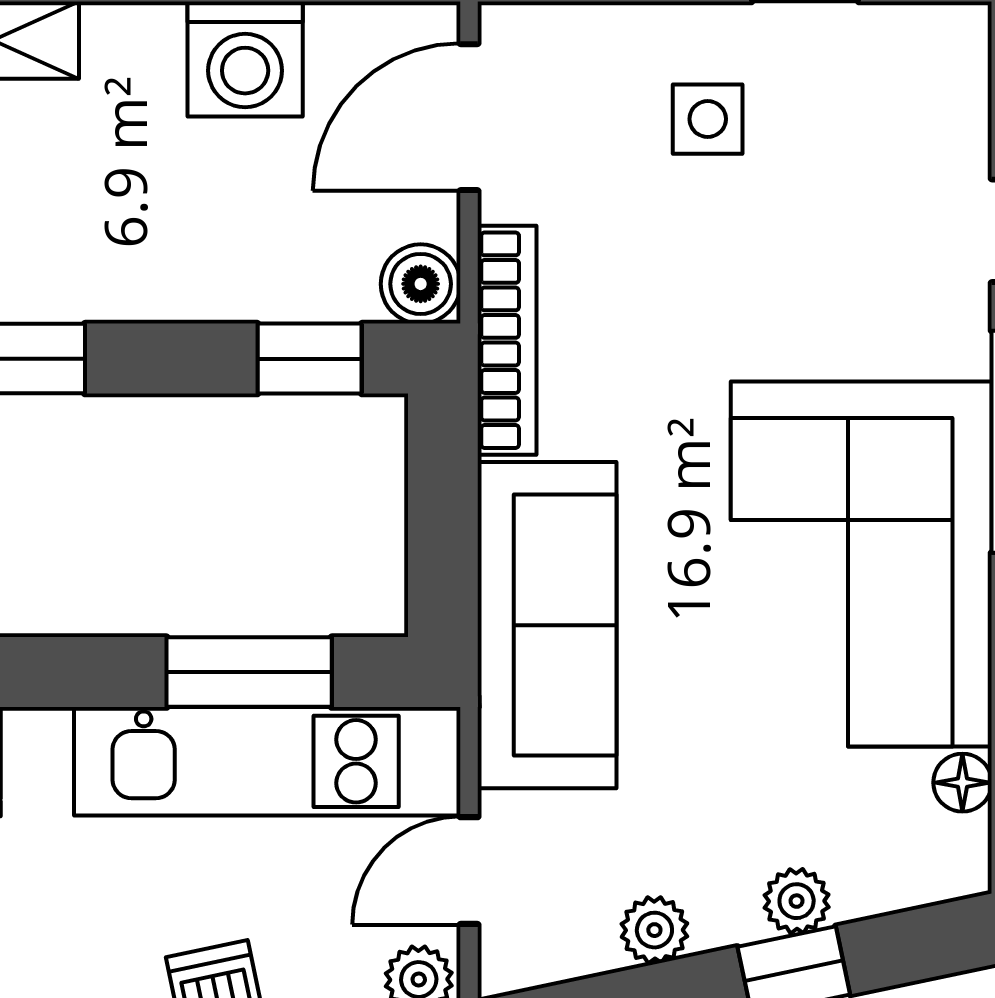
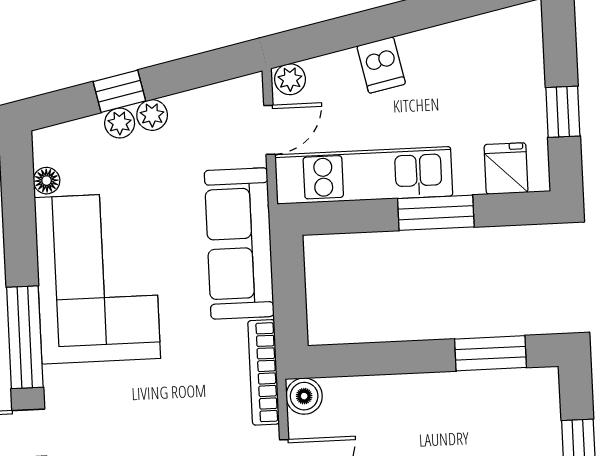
window: (310, 359) -> (353, 360), removed
window: (249, 672) -> (436, 213), moved
plant: (654, 930) -> (152, 115), moved

